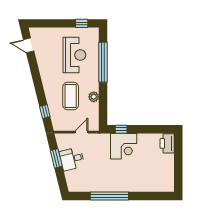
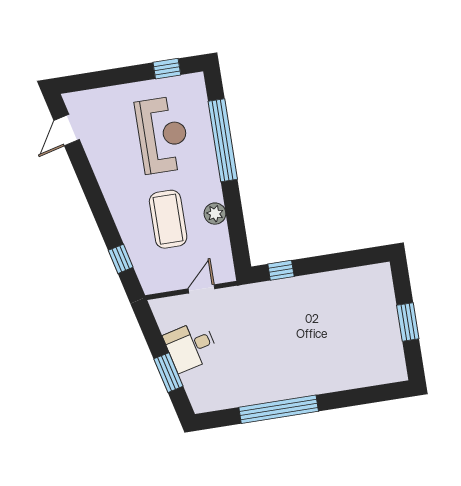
door: (29, 45) -> (67, 130), hinge flipped
printer: (167, 143) -> (379, 284), removed
corner desk: (124, 146) -> (291, 304), removed
window: (56, 158) -> (168, 373), moved
window: (178, 164) -> (408, 322), added

